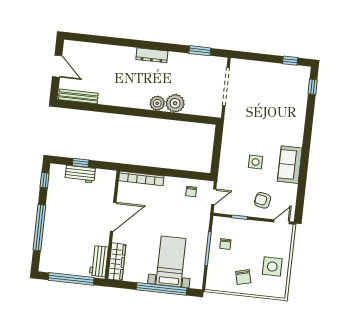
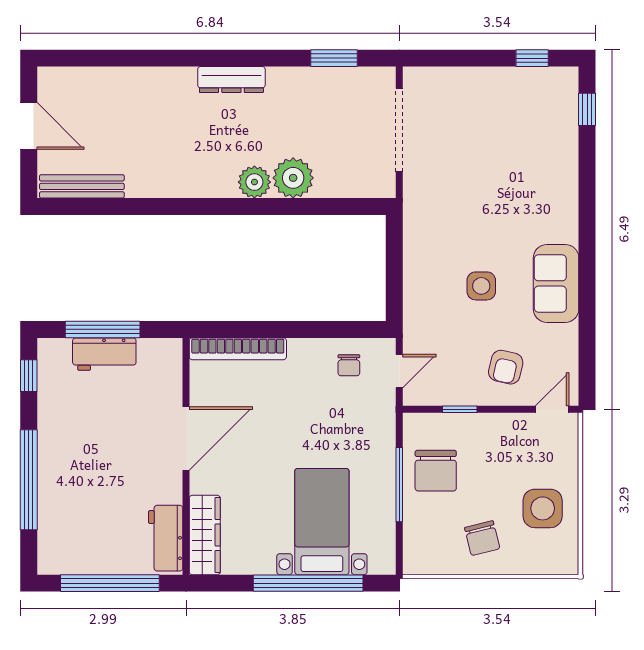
window: (81, 163) -> (103, 329), width x2.17
armchair: (263, 200) -> (506, 367), turned -88
chair: (225, 244) -> (436, 471), width x1.87, depth x1.87

